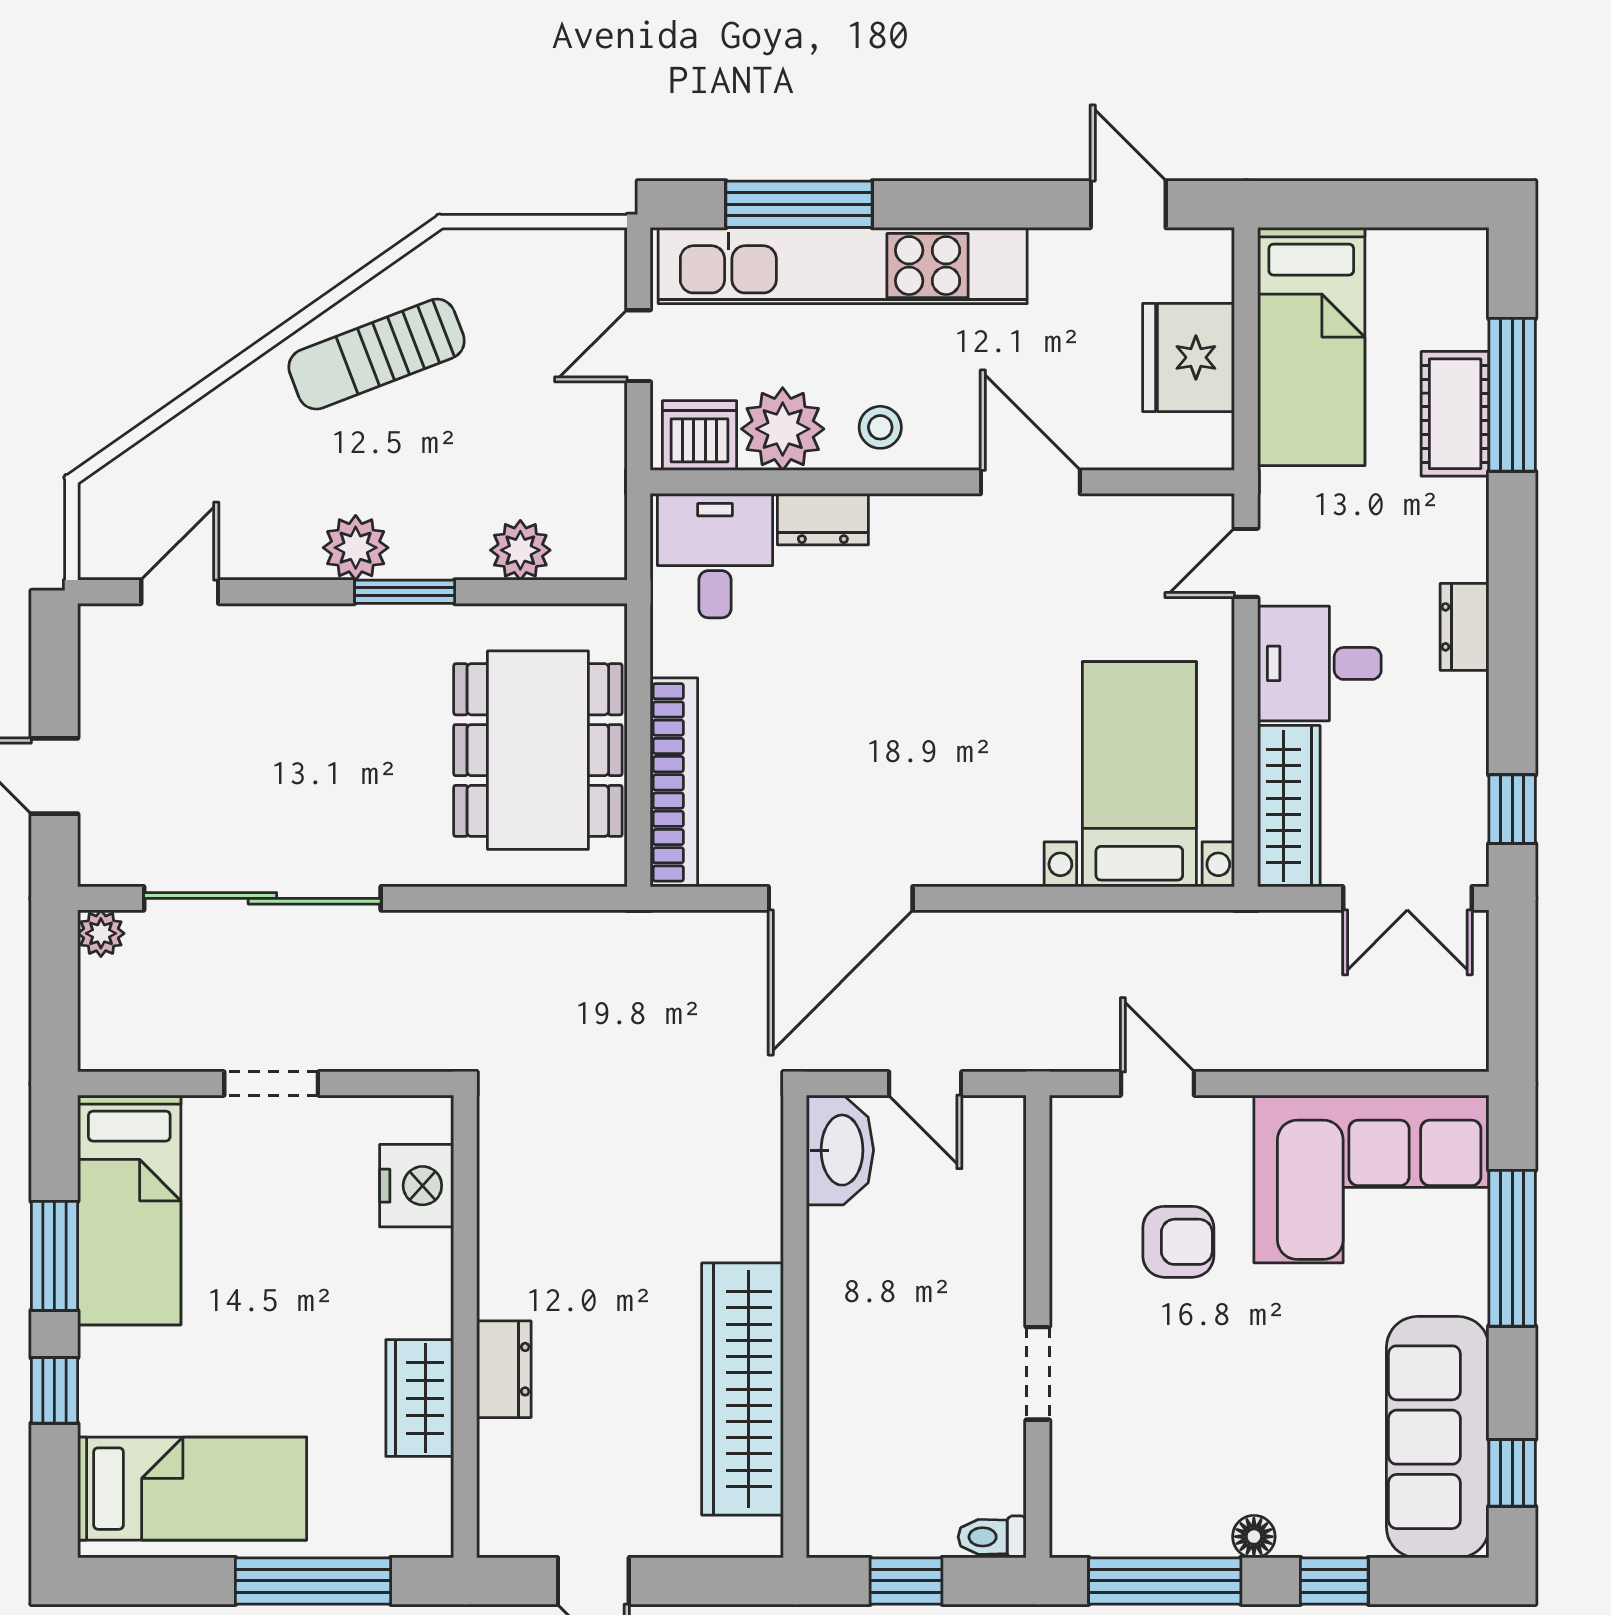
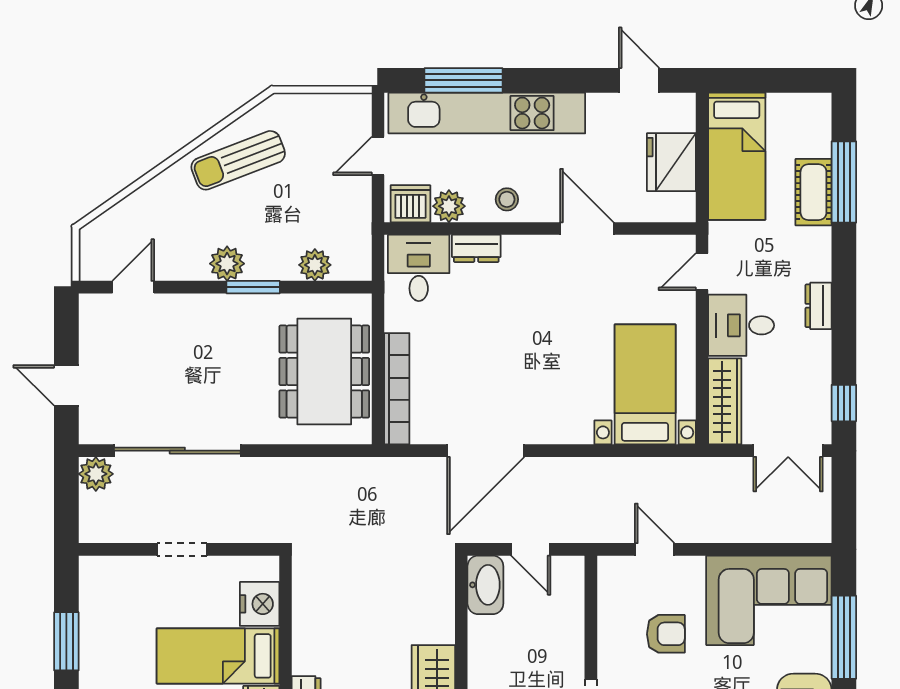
plant: (783, 429) -> (449, 206), width x0.73, depth x0.73
plant: (101, 933) -> (96, 474), width x1.38, depth x1.38
bed: (129, 1210) -> (218, 656), moved, turned 90

